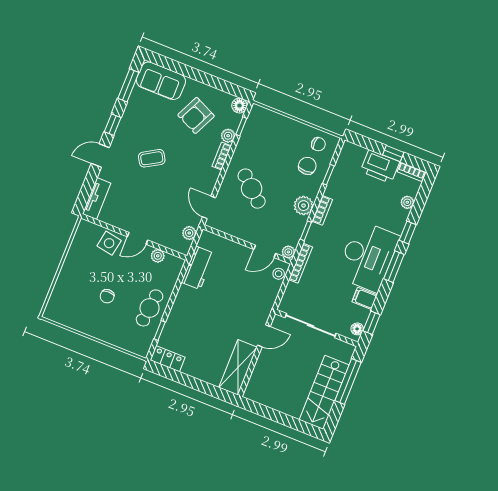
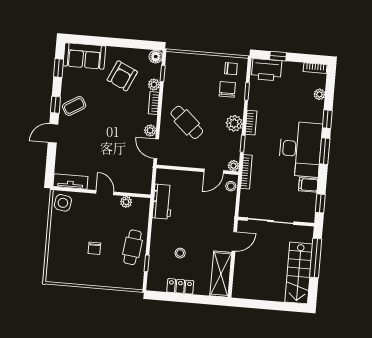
window: (128, 85) -> (59, 68), width x0.67
window: (393, 154) -> (278, 56), moved
coffee table: (152, 158) -> (74, 106), moved
printer: (380, 167) -> (267, 70), moved
tv unit: (97, 198) -> (70, 181), moved, turned -90
plant: (189, 233) -> (150, 130), moved
door: (138, 238) -> (105, 193), swing flipped
side table: (109, 243) -> (63, 203), moved
floor lamp: (357, 329) -> (310, 212), removed
stool: (200, 330) -> (180, 253), added
locker: (168, 359) -> (180, 286), moved

